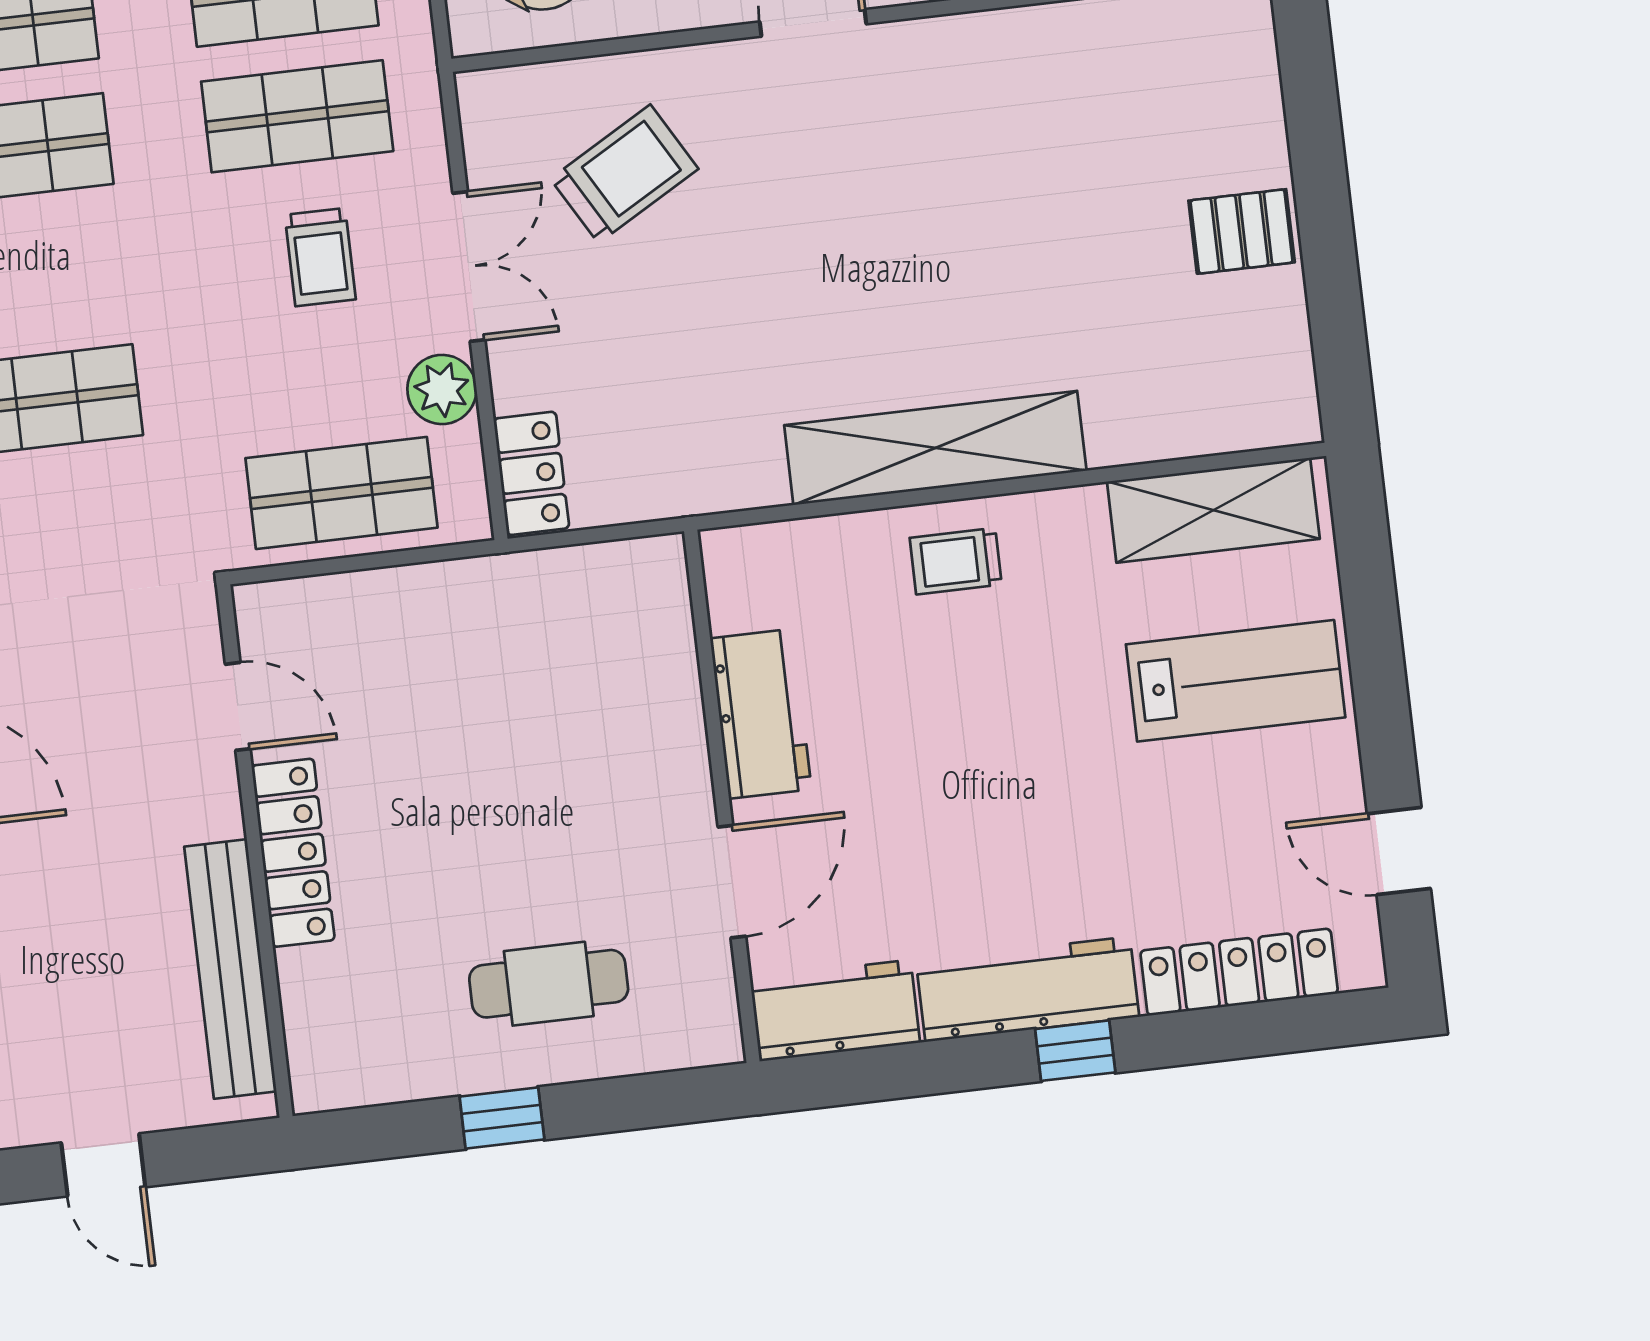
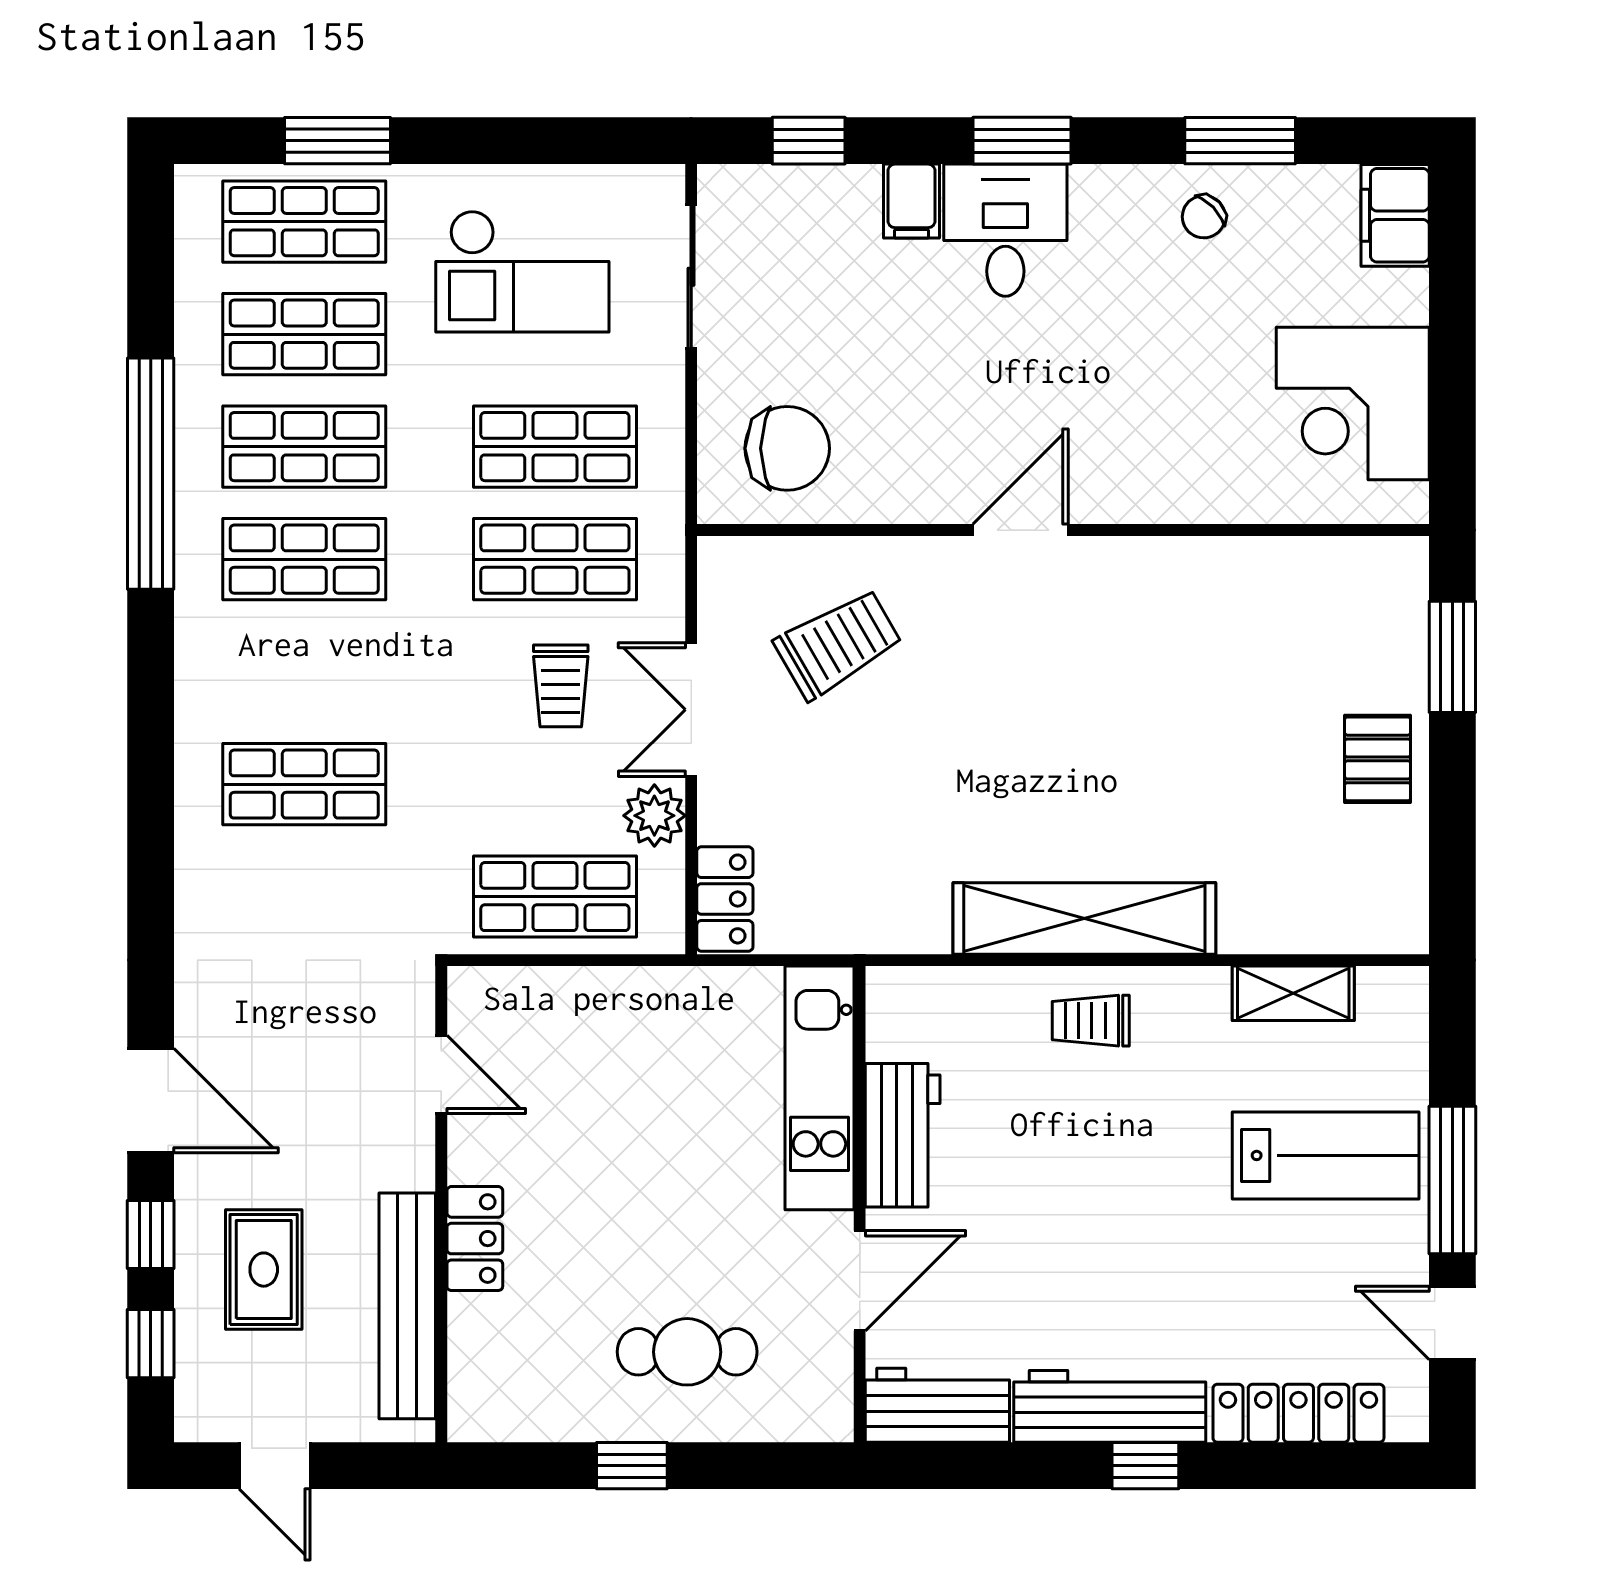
window: (1312, 108) -> (1452, 657), added
pallet: (1242, 231) -> (1378, 759), turned 90
double door: (469, 266) -> (691, 710), swing flipped
shelving: (1213, 510) -> (1293, 993), width x0.67, depth x0.75
kitchen unit: (662, 672) -> (819, 1088), added
window: (1380, 692) -> (1452, 1180), added
locker: (293, 853) -> (475, 1239), width x0.66
rug: (65, 947) -> (264, 1270), added

